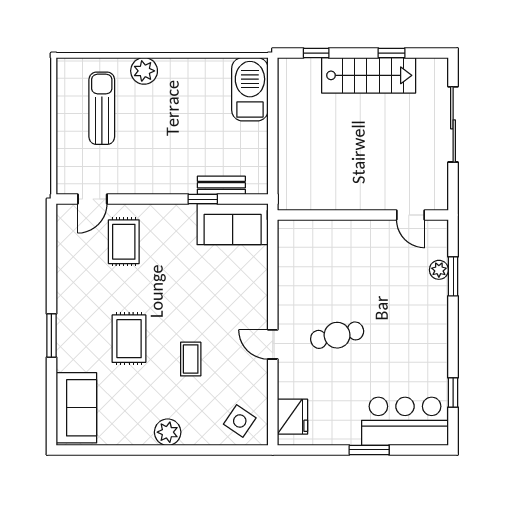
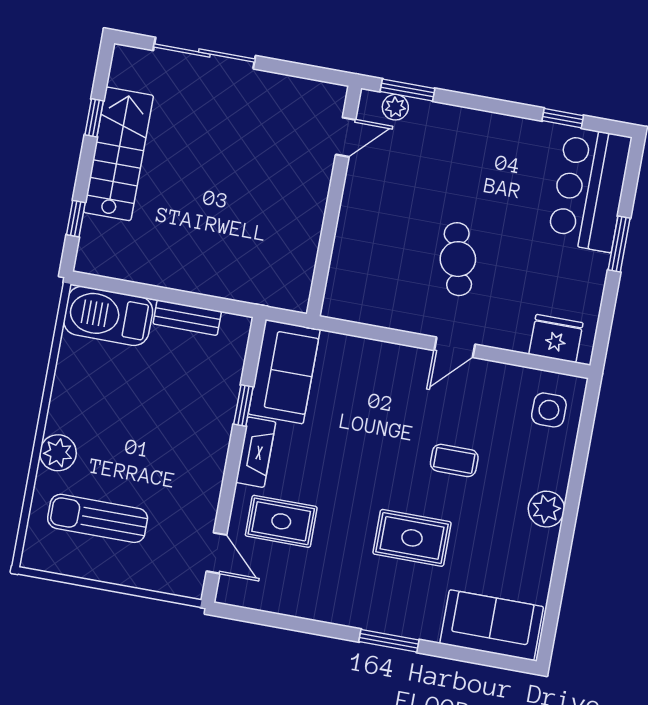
bench: (221, 185) -> (187, 318), moved, turned 90
fireplace: (171, 214) -> (256, 452), added
wall: (363, 215) -> (334, 201), moved
door: (411, 215) -> (346, 137), moved
side table: (240, 421) -> (549, 410), turned -34

